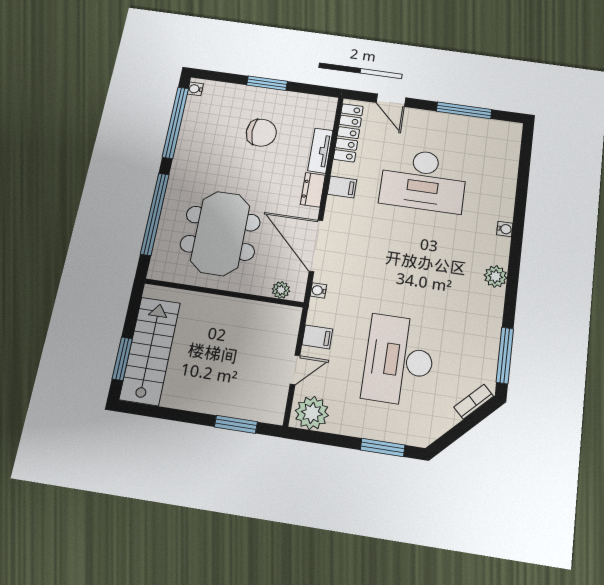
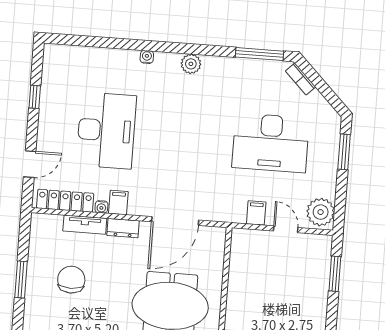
window: (464, 110) -> (35, 97), width x0.46
plant: (281, 290) -> (218, 248), removed
water cooler: (318, 290) -> (101, 207), moved

